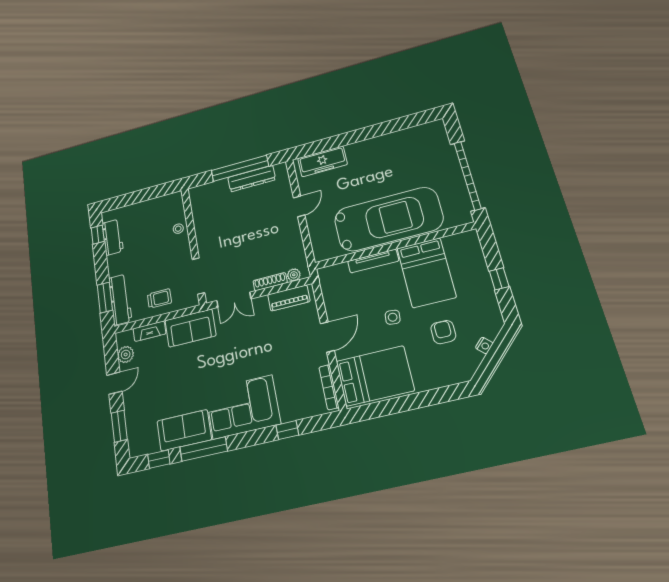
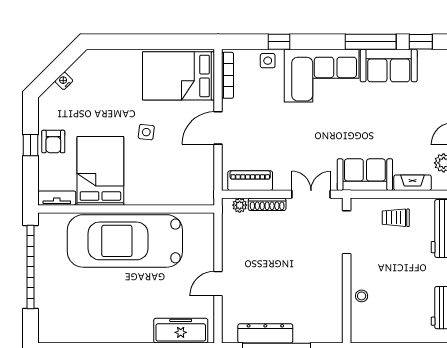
tv unit: (373, 261) -> (57, 198), moved, width x0.71
armchair: (443, 332) -> (53, 142), moved
side table: (294, 410) -> (268, 61), added

